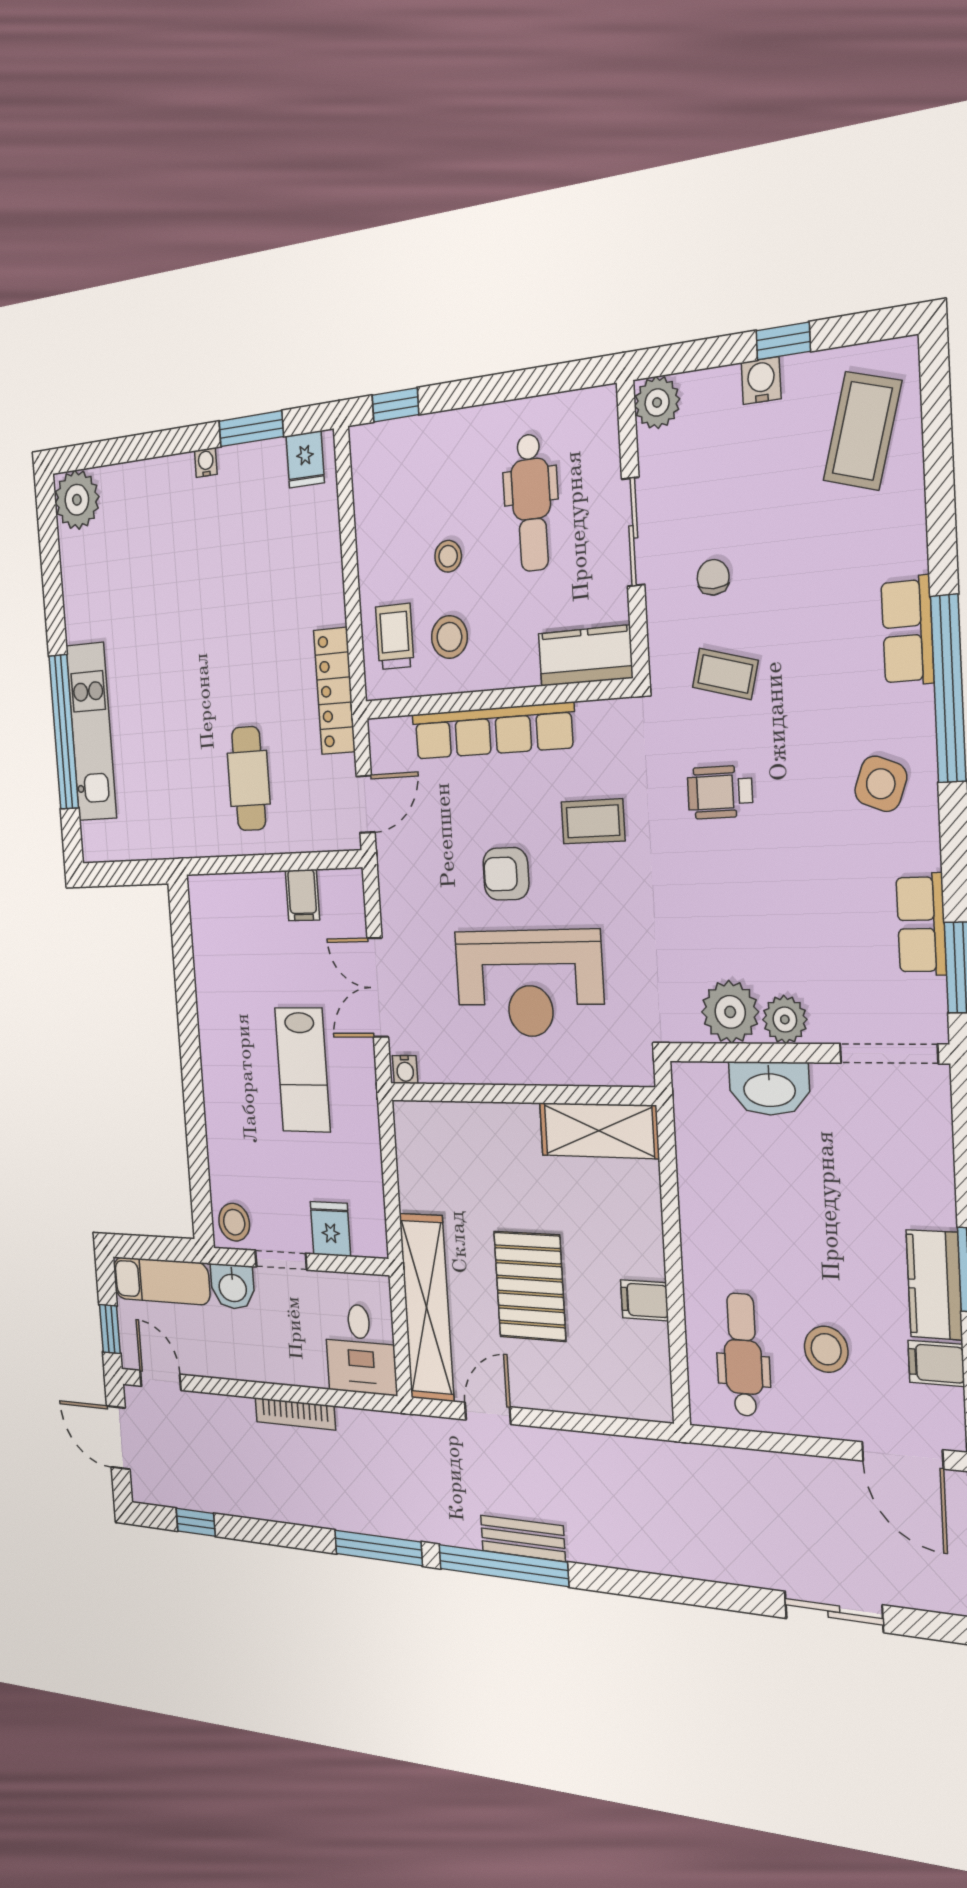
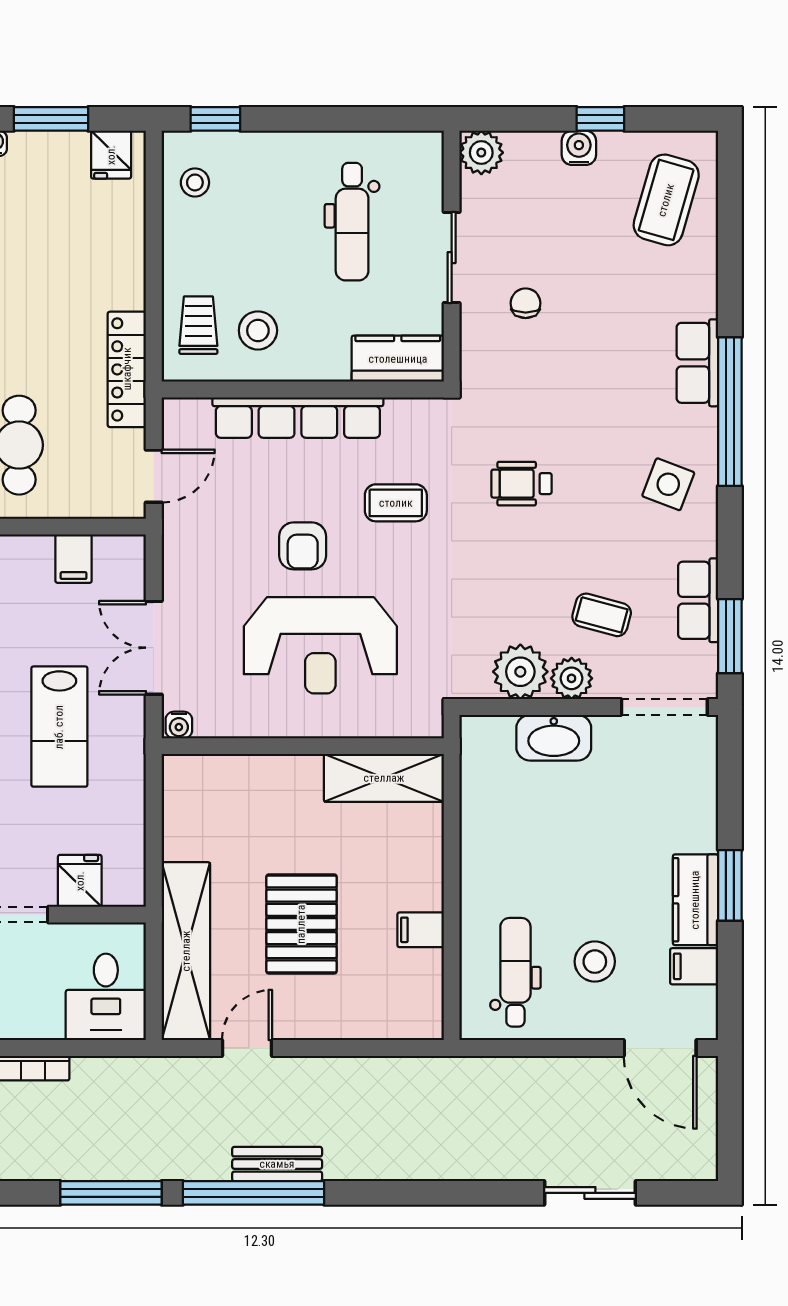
stool: (448, 556) -> (195, 182), moved
coffee table: (725, 674) -> (602, 615), moved
armchair: (506, 874) -> (303, 546), turned -90

